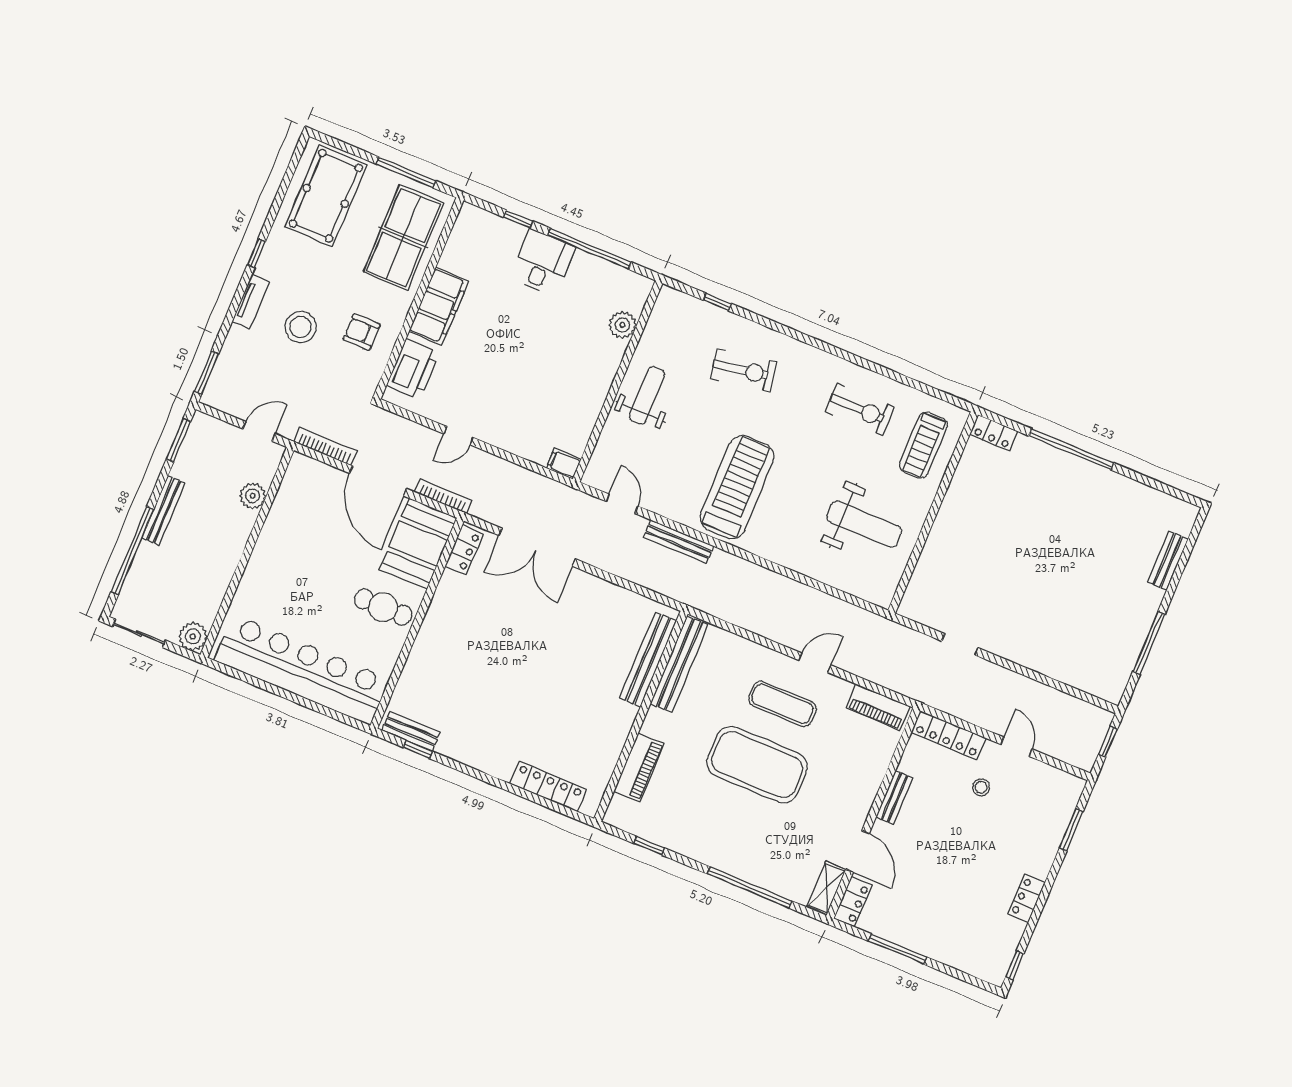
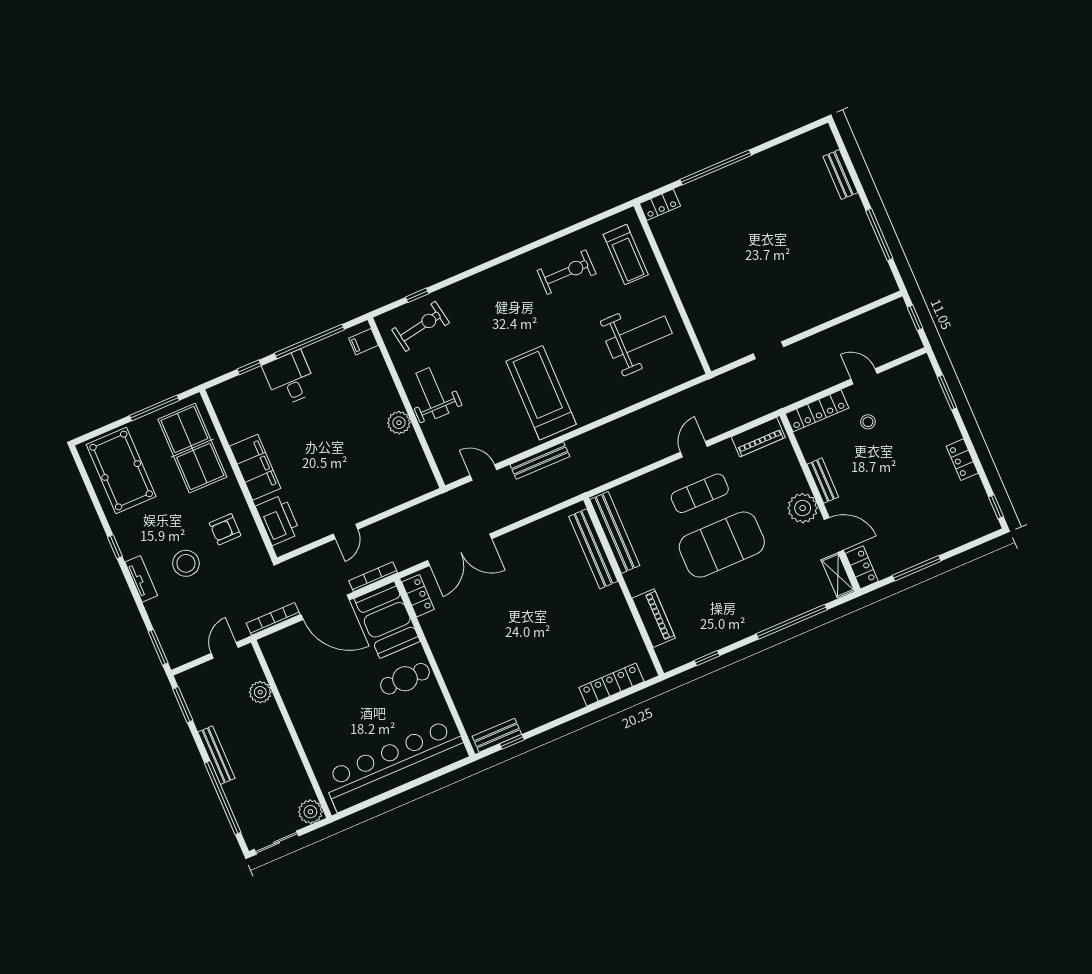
plant: (622, 325) -> (399, 423), moved
exercise bike: (744, 370) -> (421, 326), moved
filing cabinet: (564, 464) -> (363, 342), moved
plant: (854, 803) -> (803, 508), added

